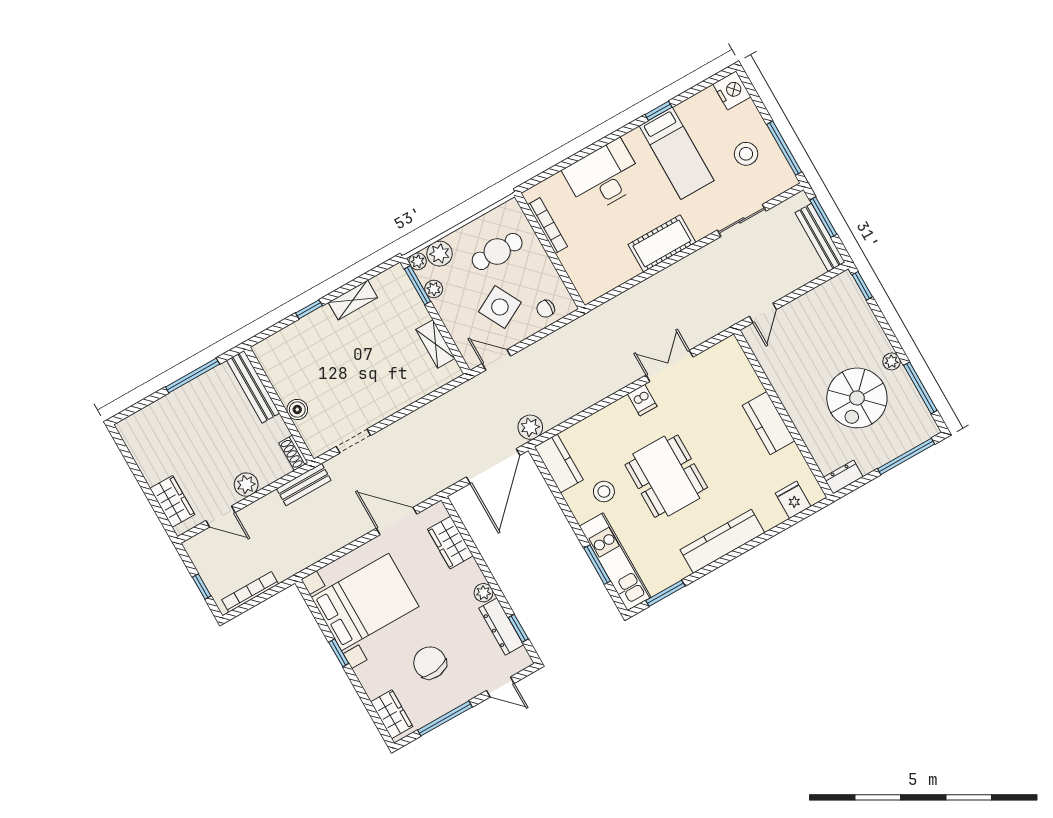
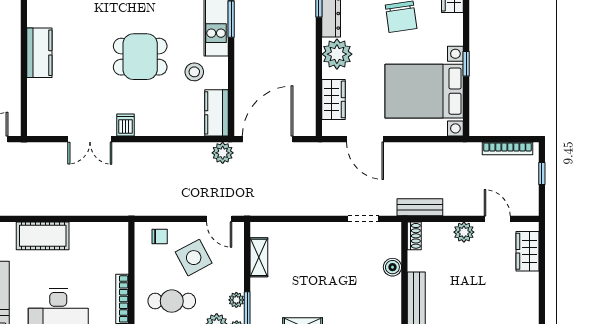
dining table: (666, 476) -> (140, 57), width x0.73
plant: (483, 593) -> (337, 54), width x1.88, depth x1.88

